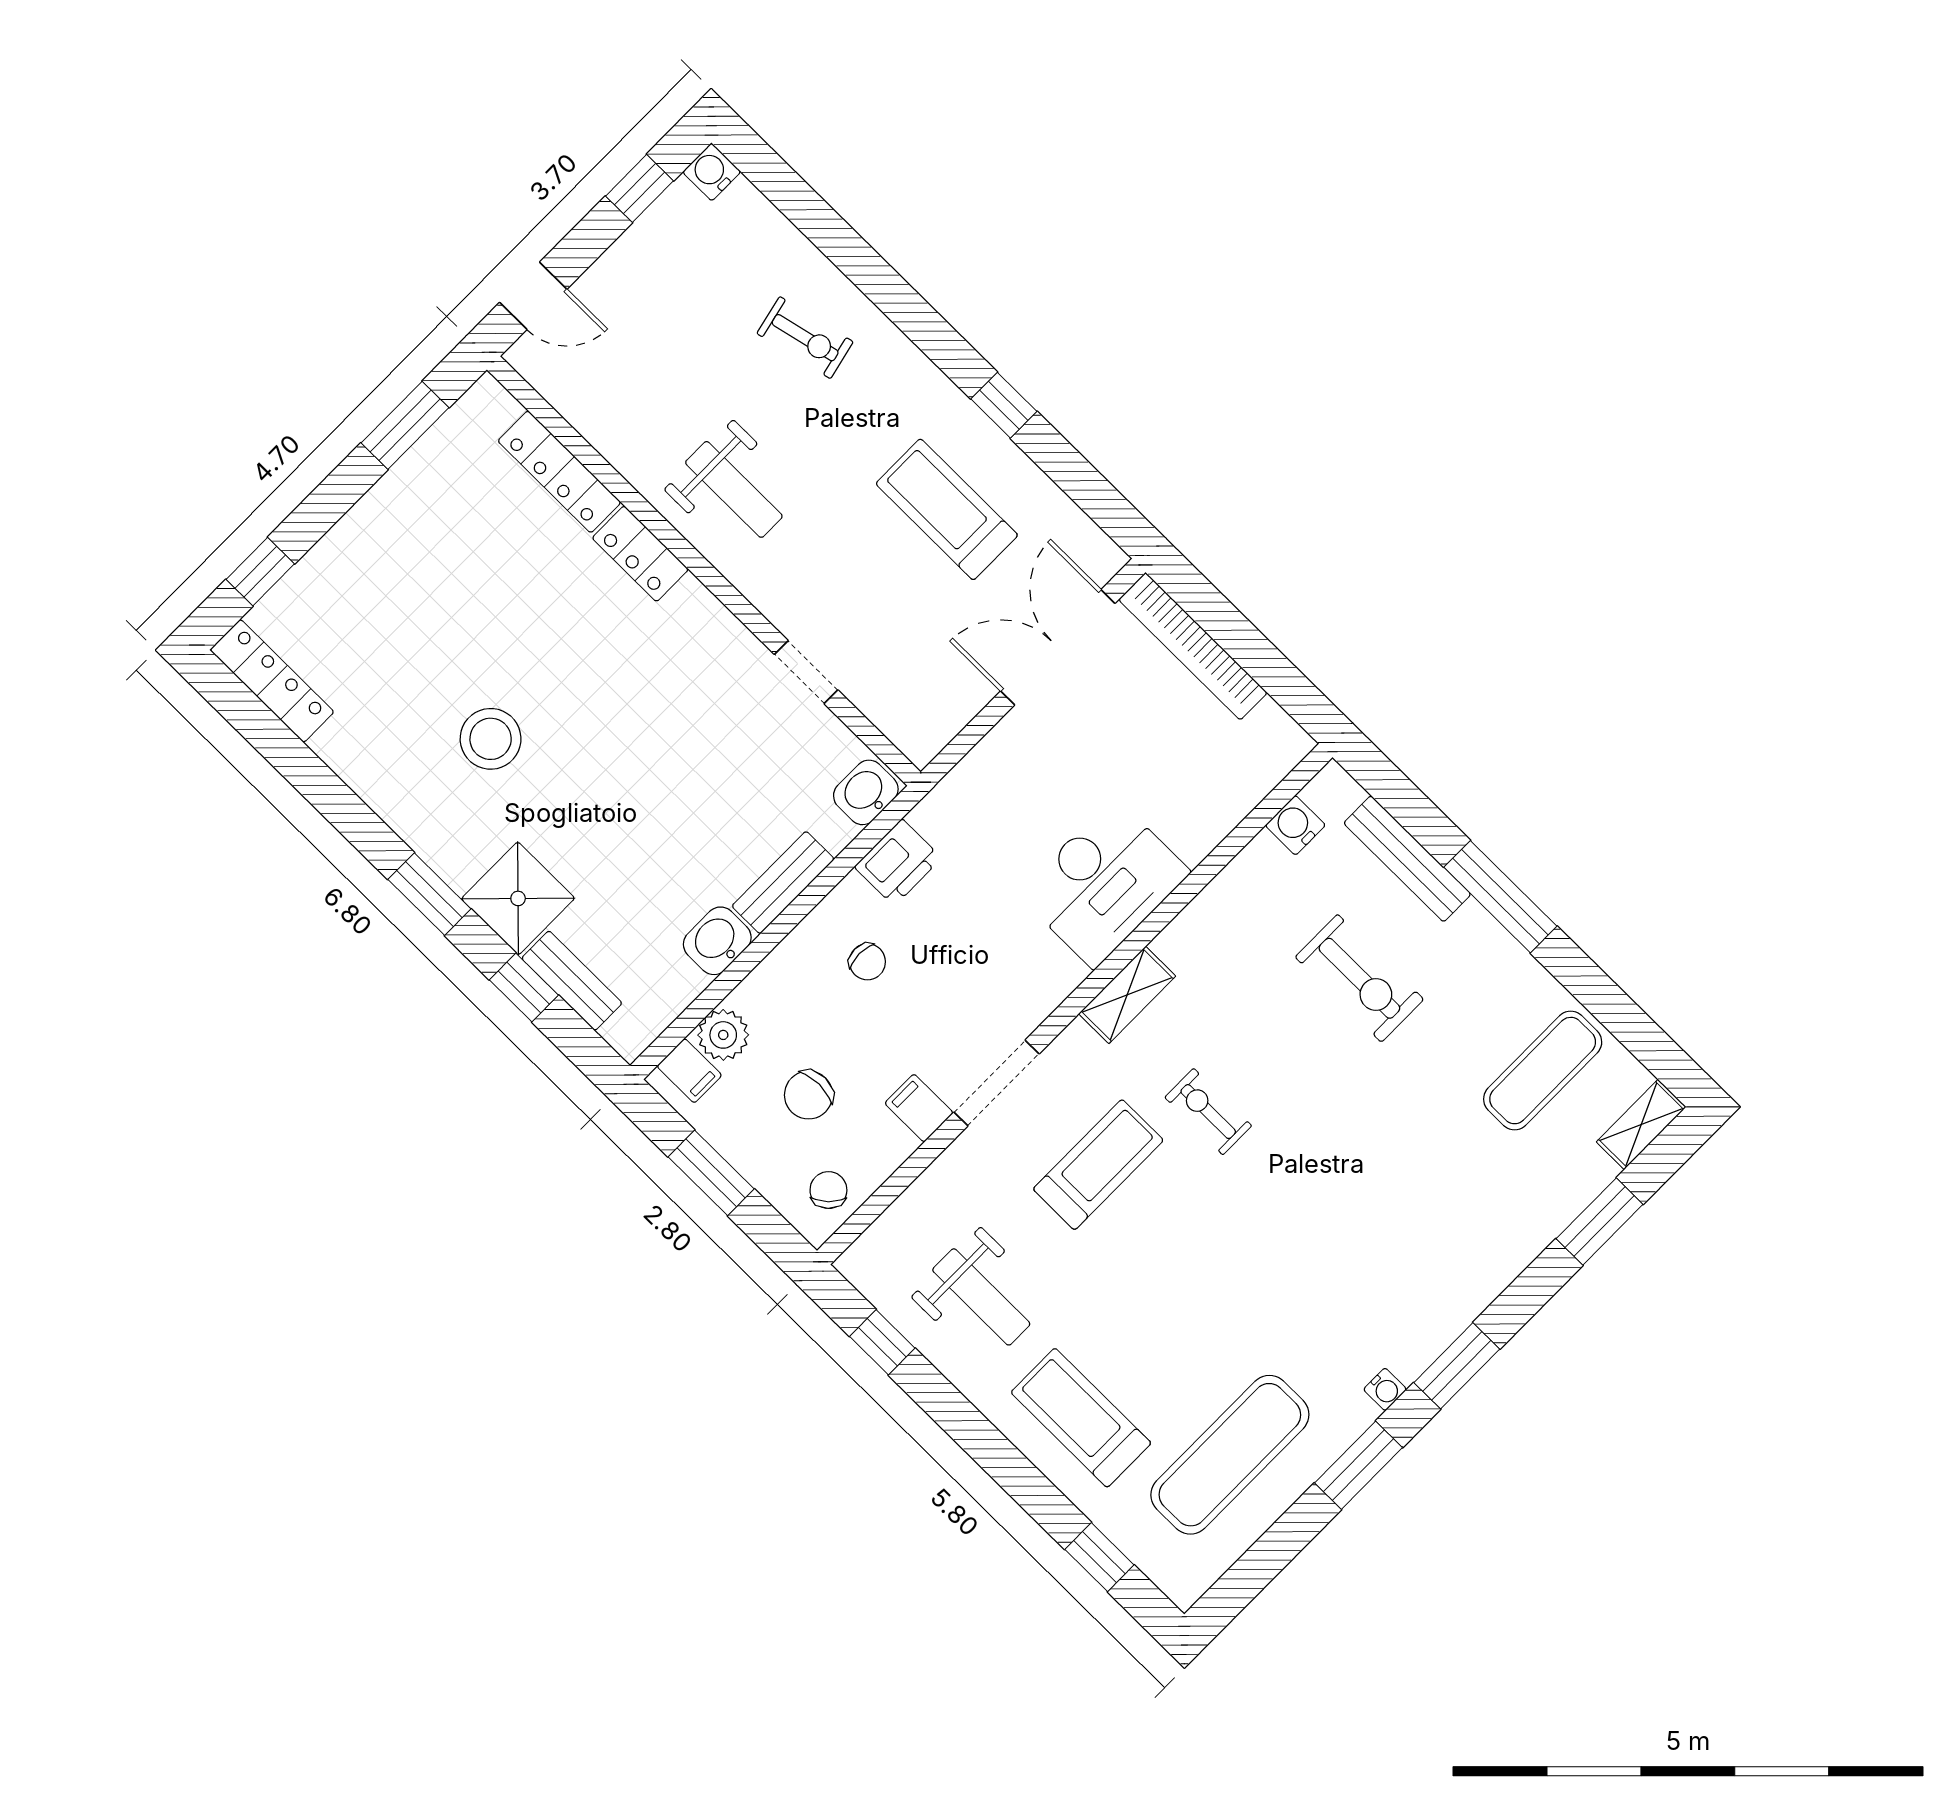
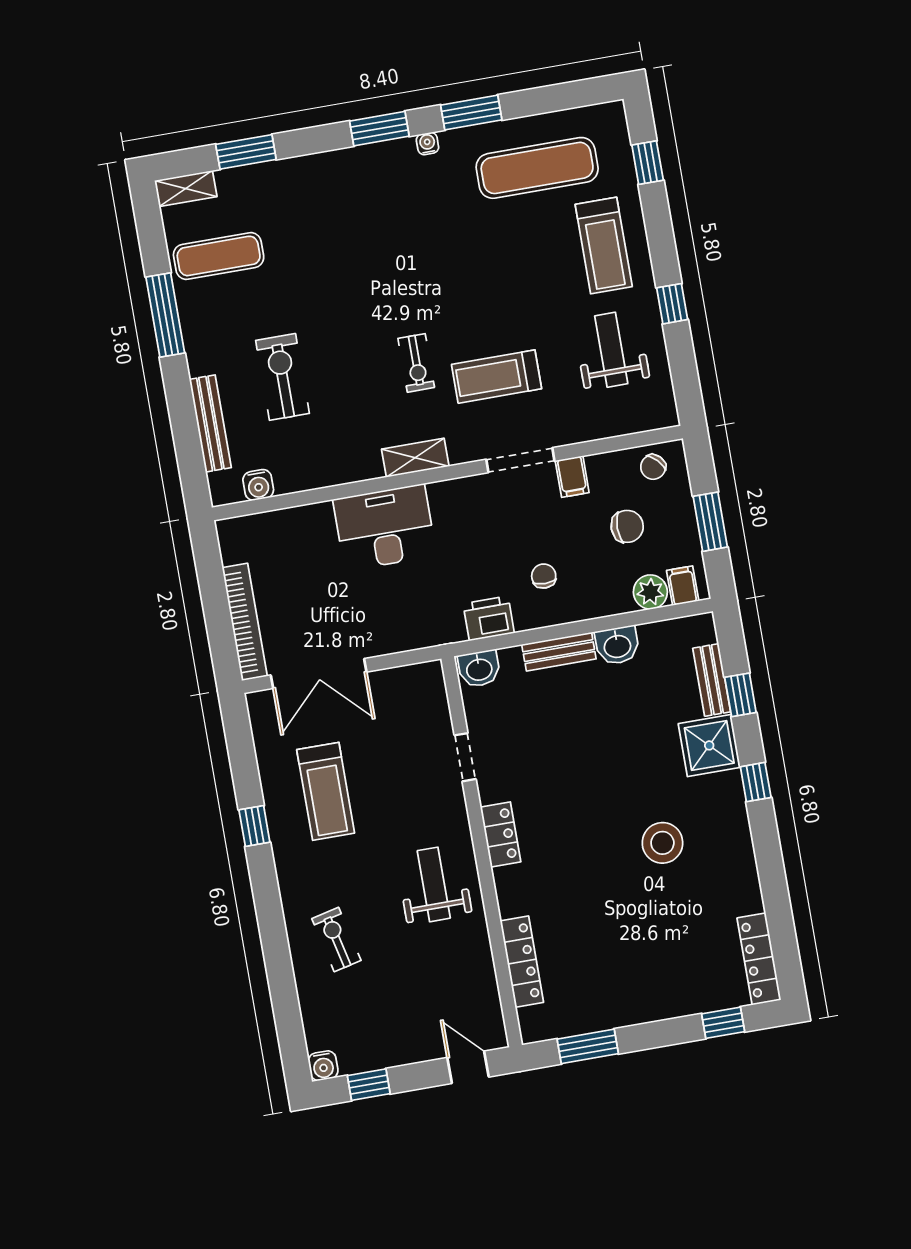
locker: (640, 554) -> (501, 834), moved
window: (429, 894) -> (756, 782), width x0.67
window: (1500, 897) -> (165, 315), moved
window: (882, 1342) -> (672, 304), moved

